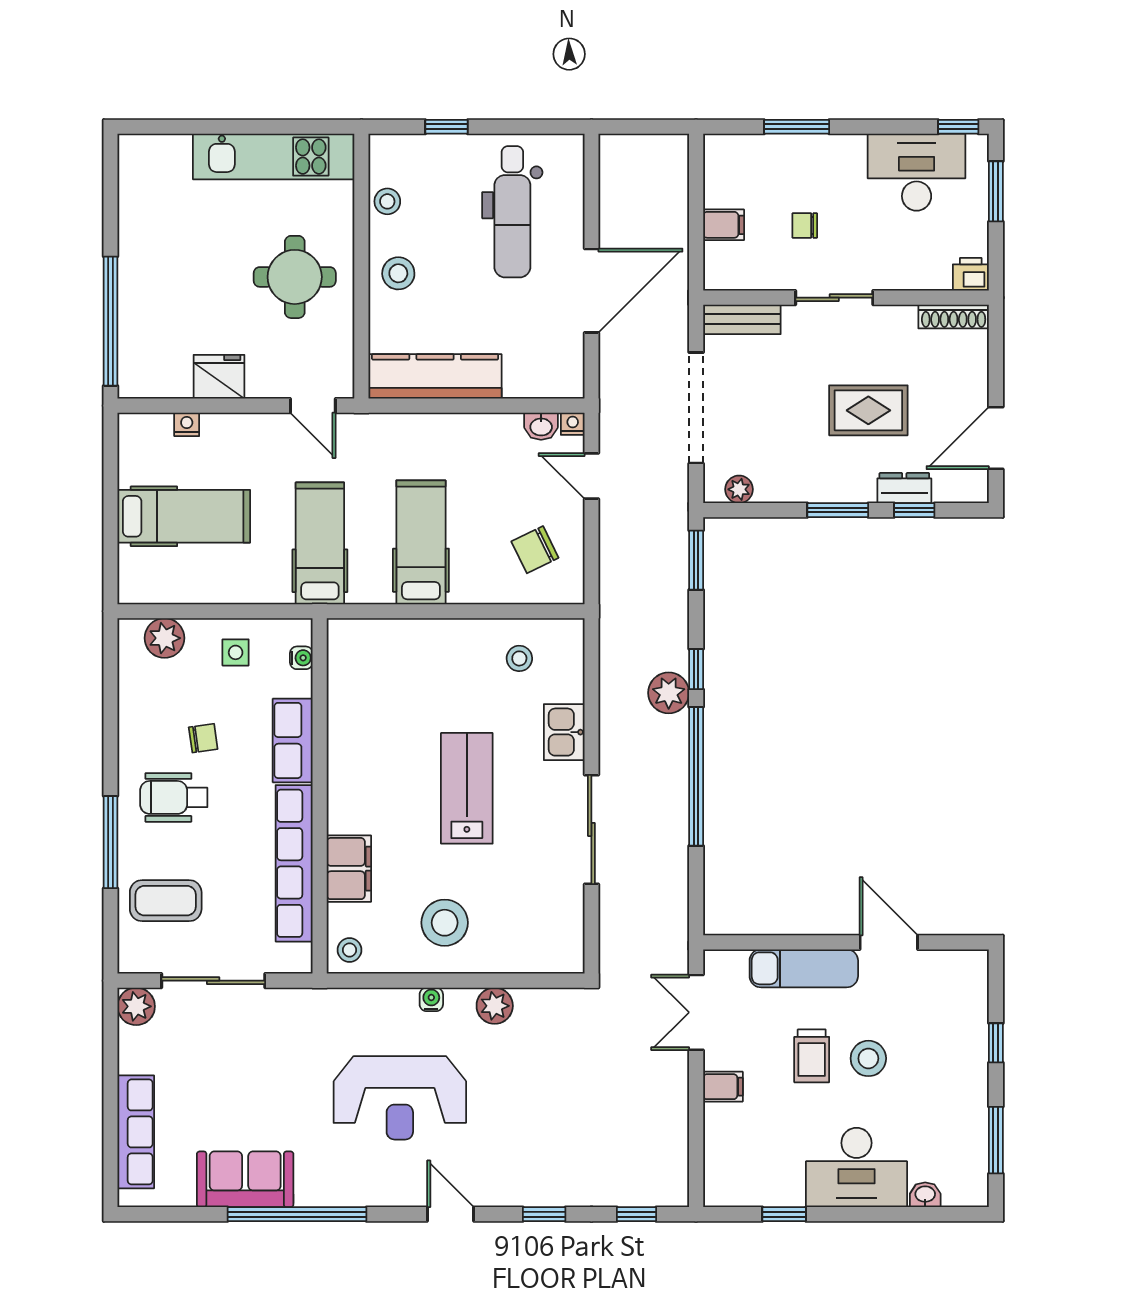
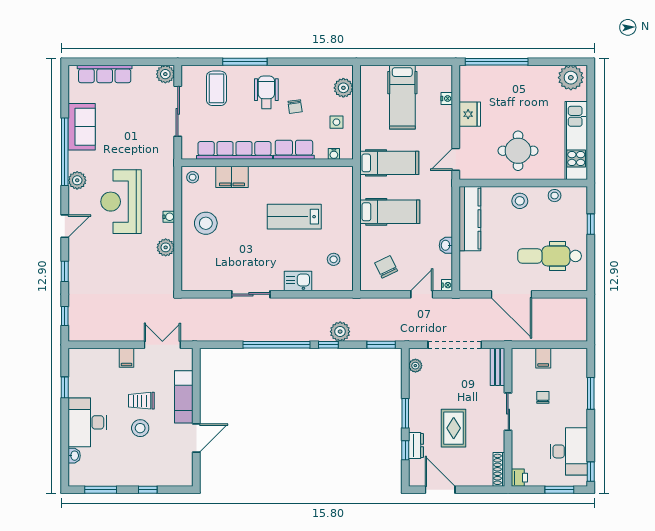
plant: (143, 168) -> (571, 78), added
washbasin: (541, 426) -> (446, 245), moved
plant: (669, 693) -> (340, 332), moved
lab bench: (467, 788) -> (294, 217), moved, turned 180
sliding door: (591, 830) -> (251, 294), width x0.73
plant: (356, 1189) -> (77, 180), added

